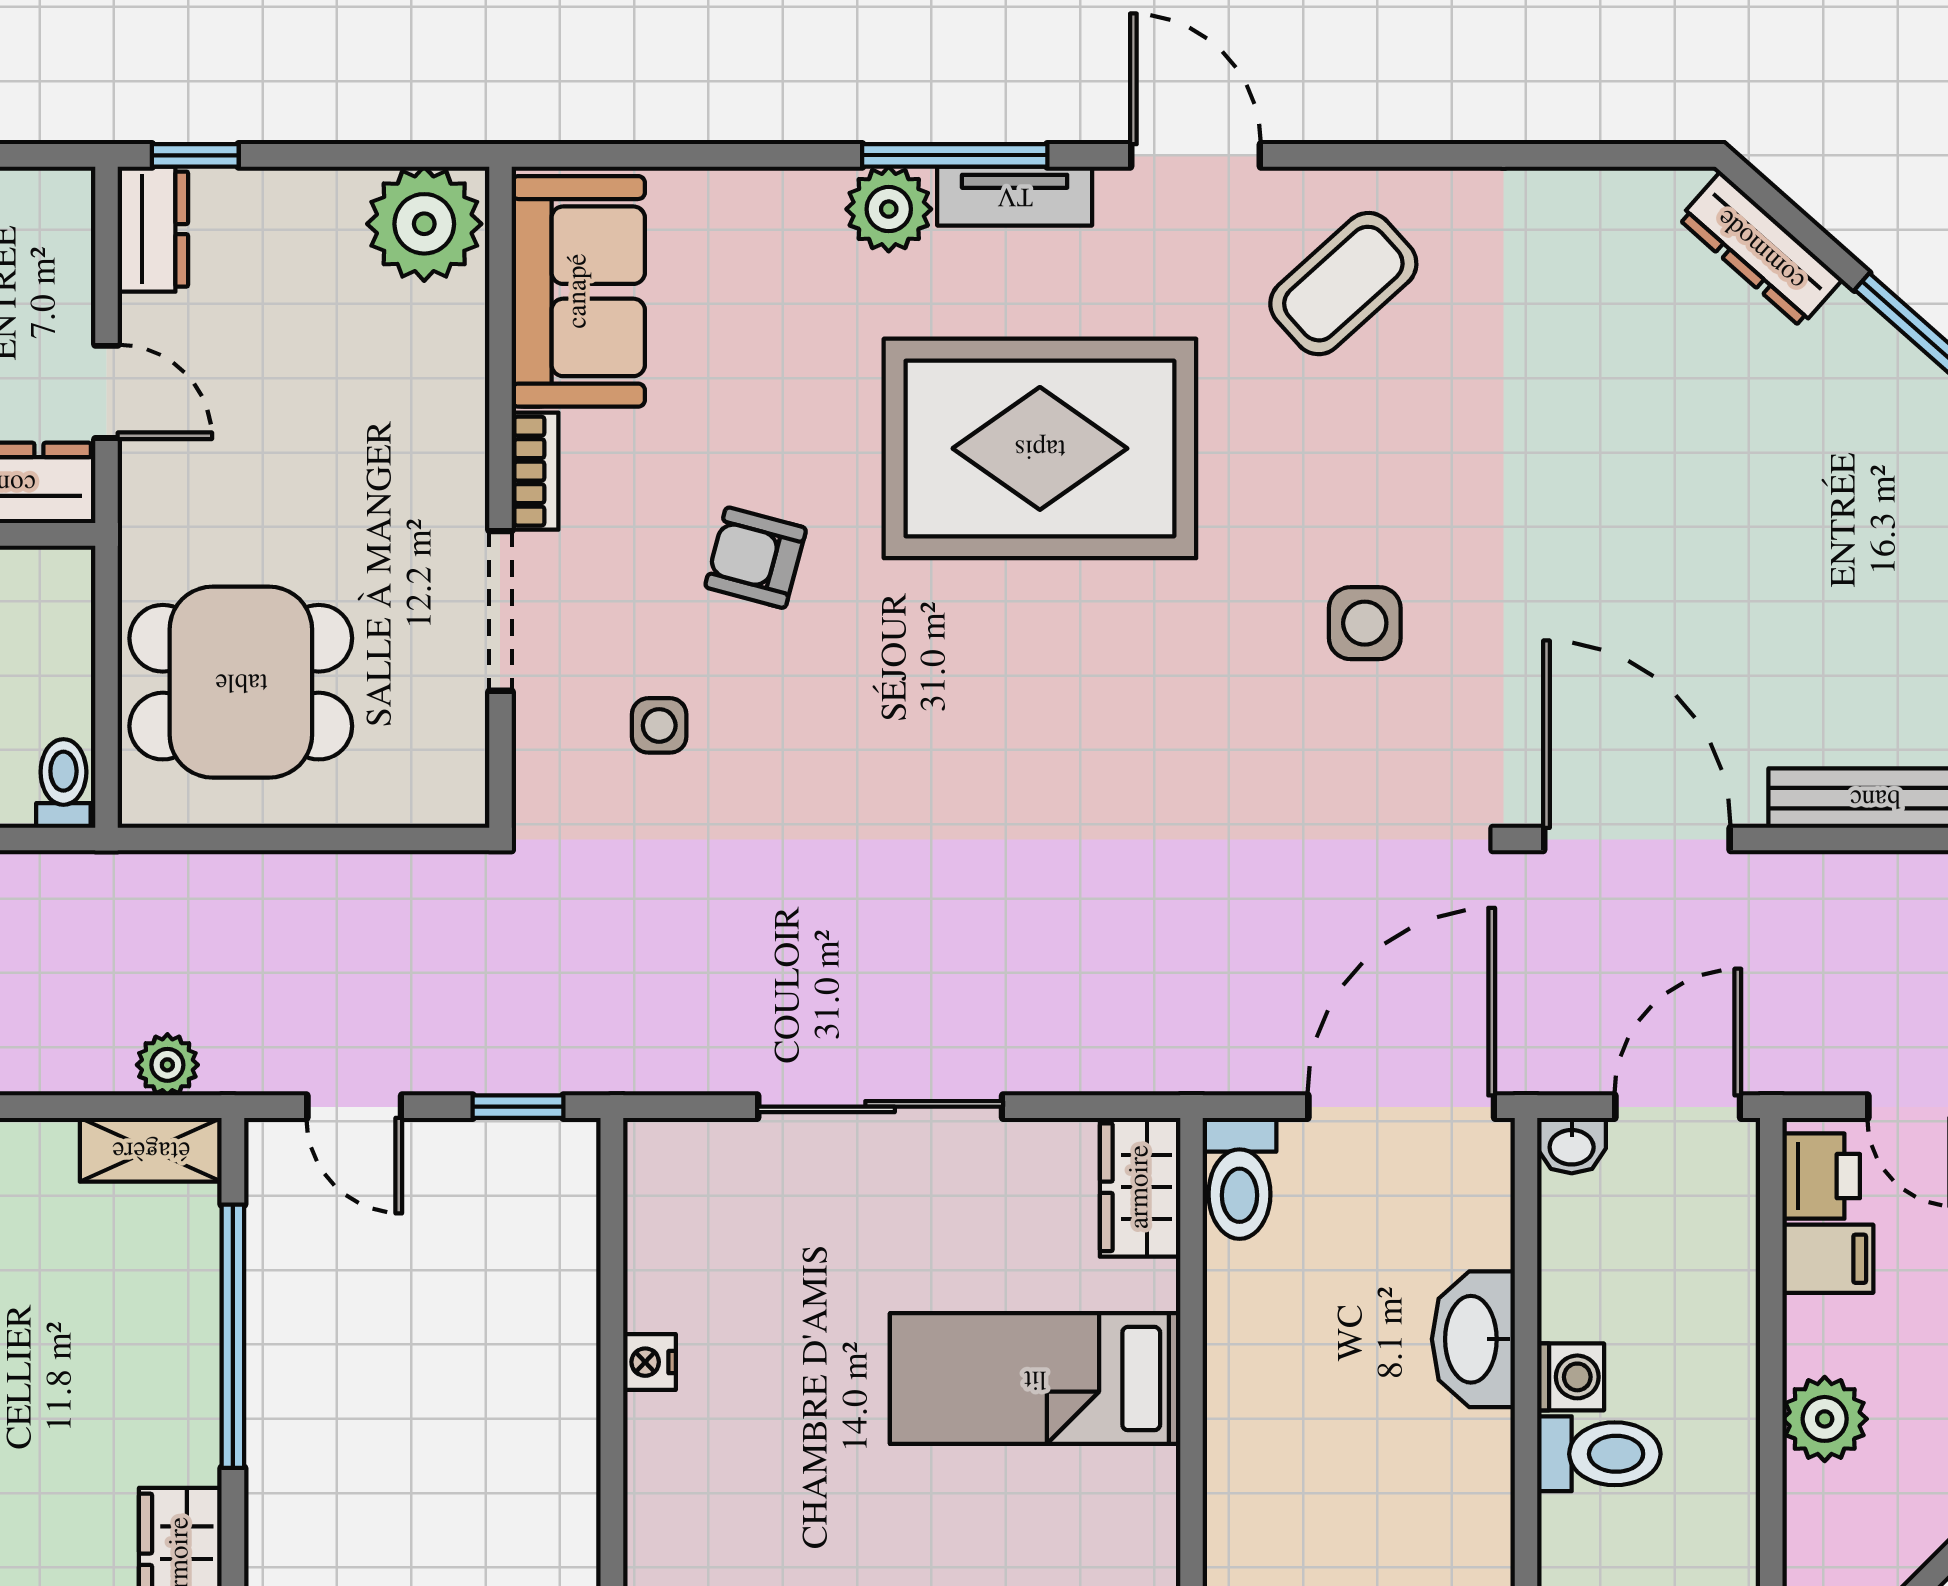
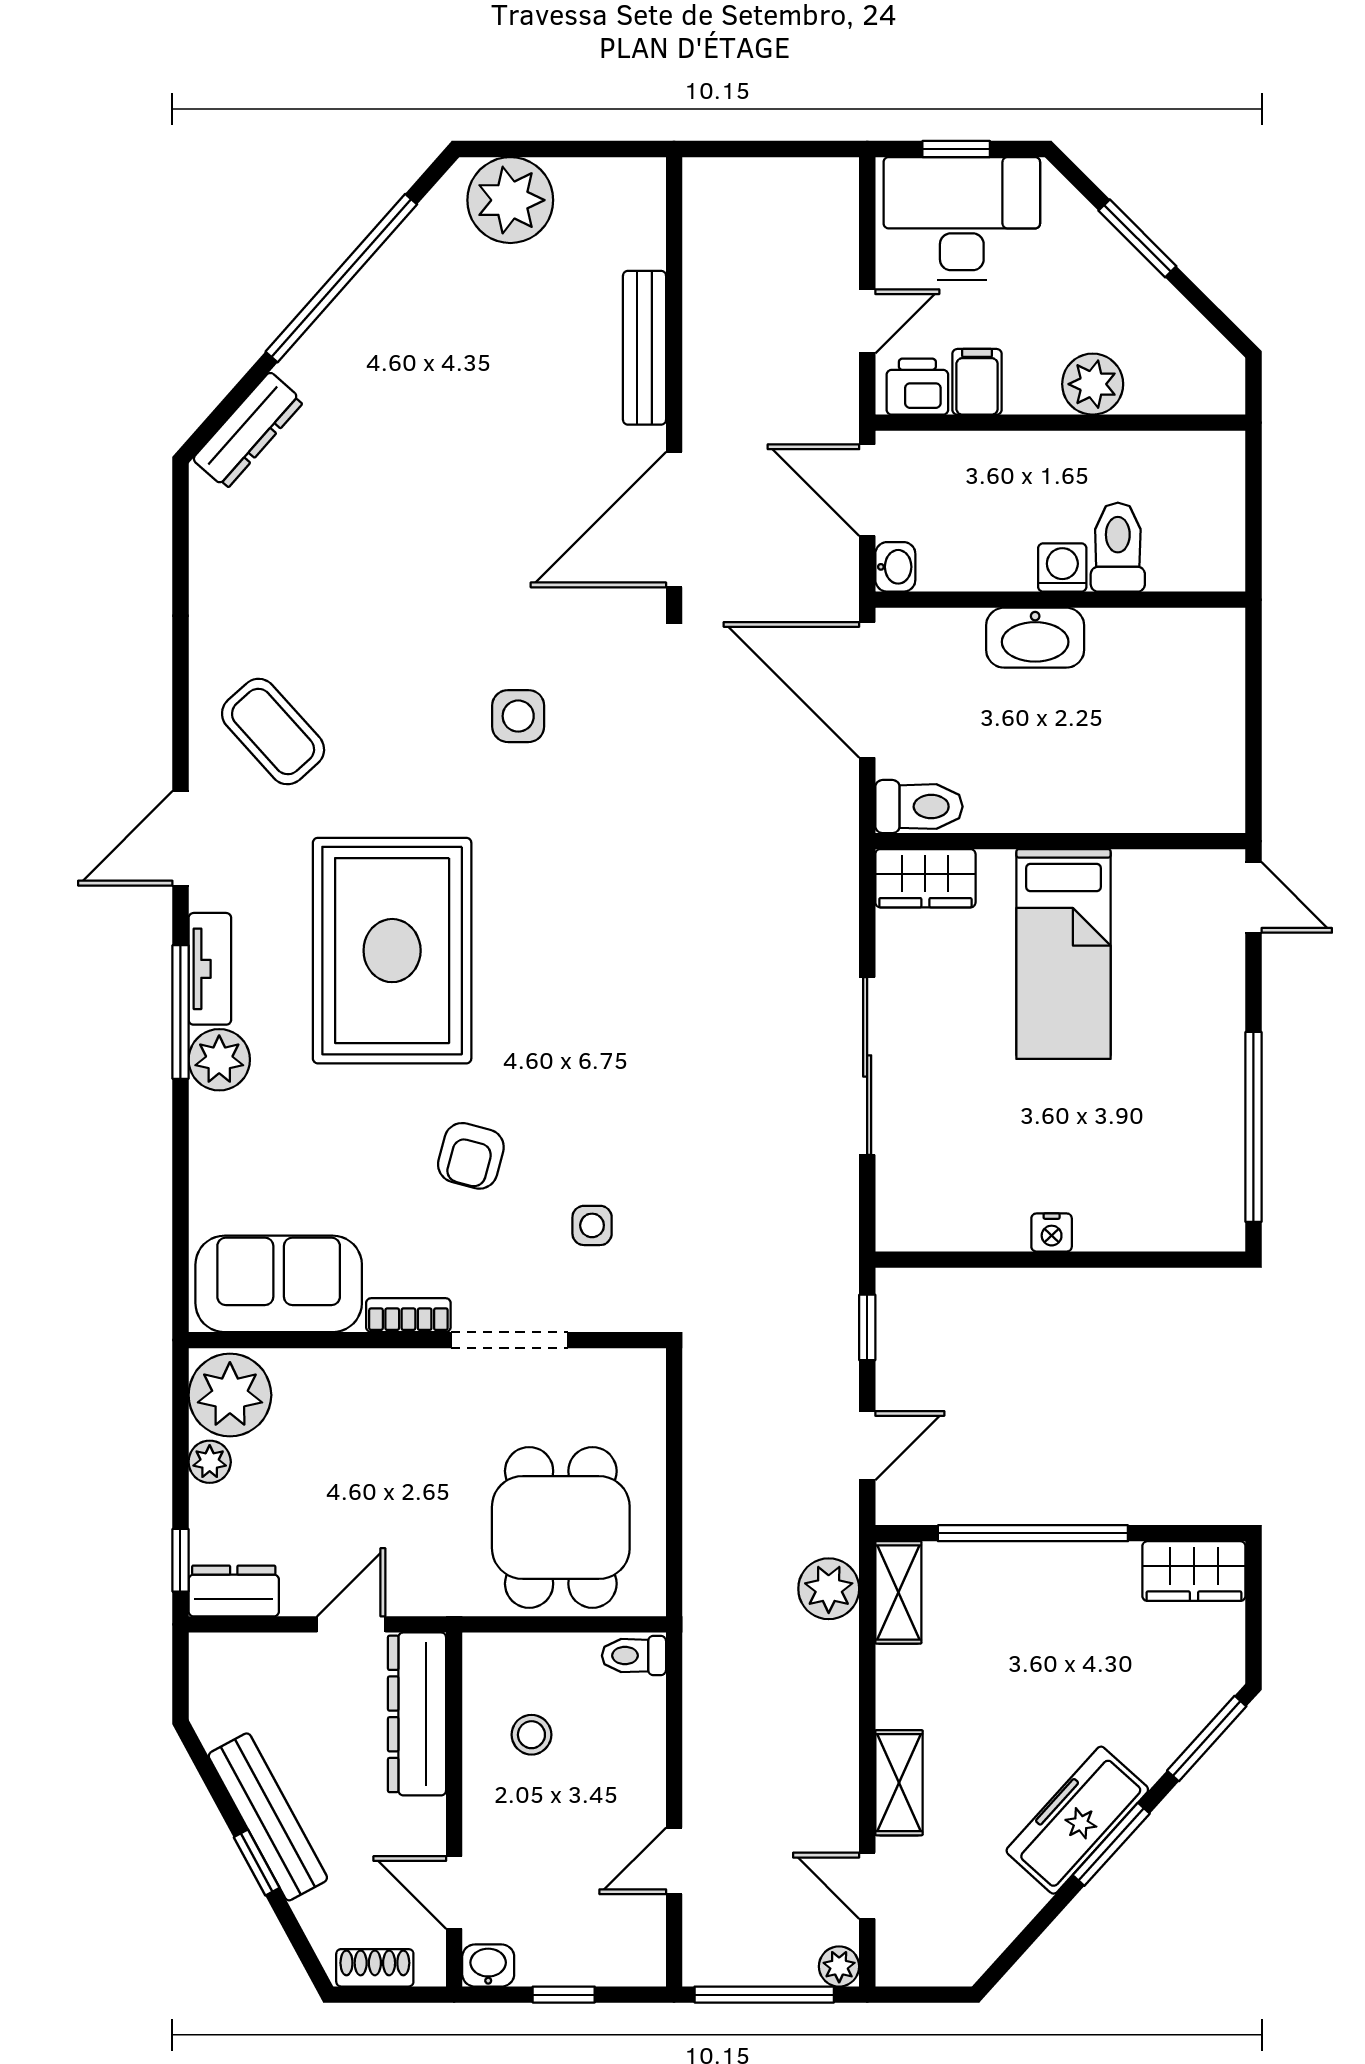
plant: (332, 196) -> (210, 1462), added
plant: (167, 1065) -> (829, 1589), width x1.38, depth x1.38

